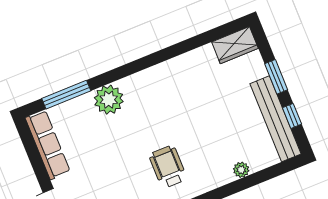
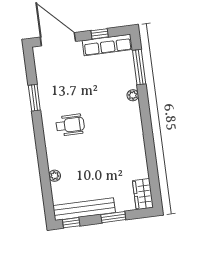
plant: (109, 100) -> (133, 95), width x0.53, depth x0.53
window: (292, 116) -> (71, 223), moved
window: (35, 159) -> (100, 34), added

